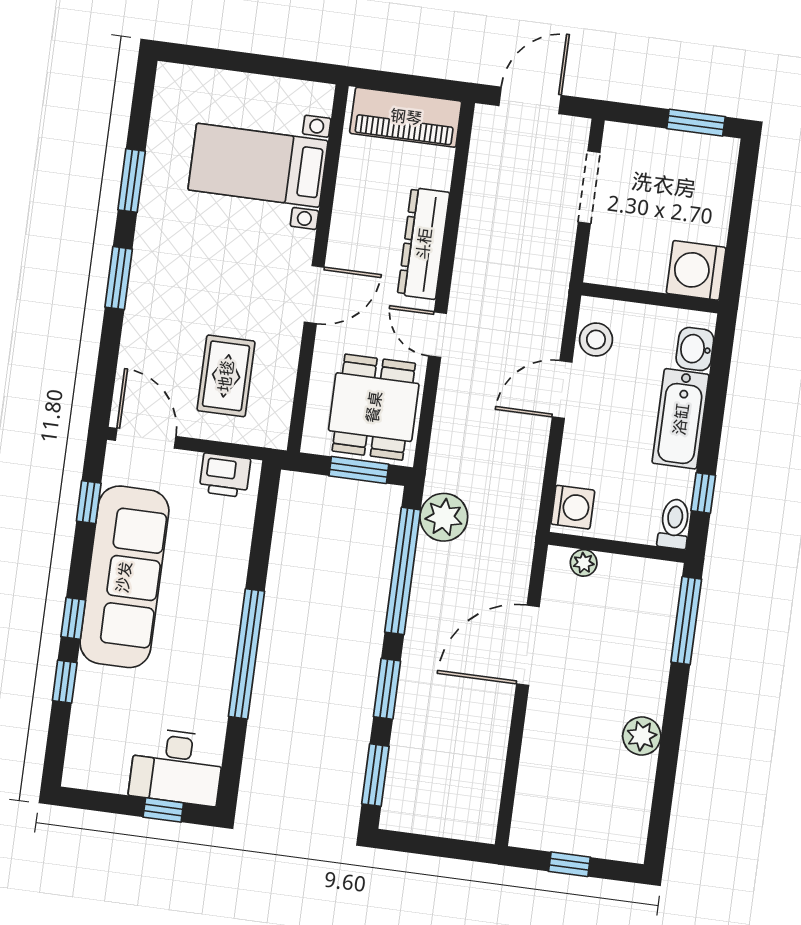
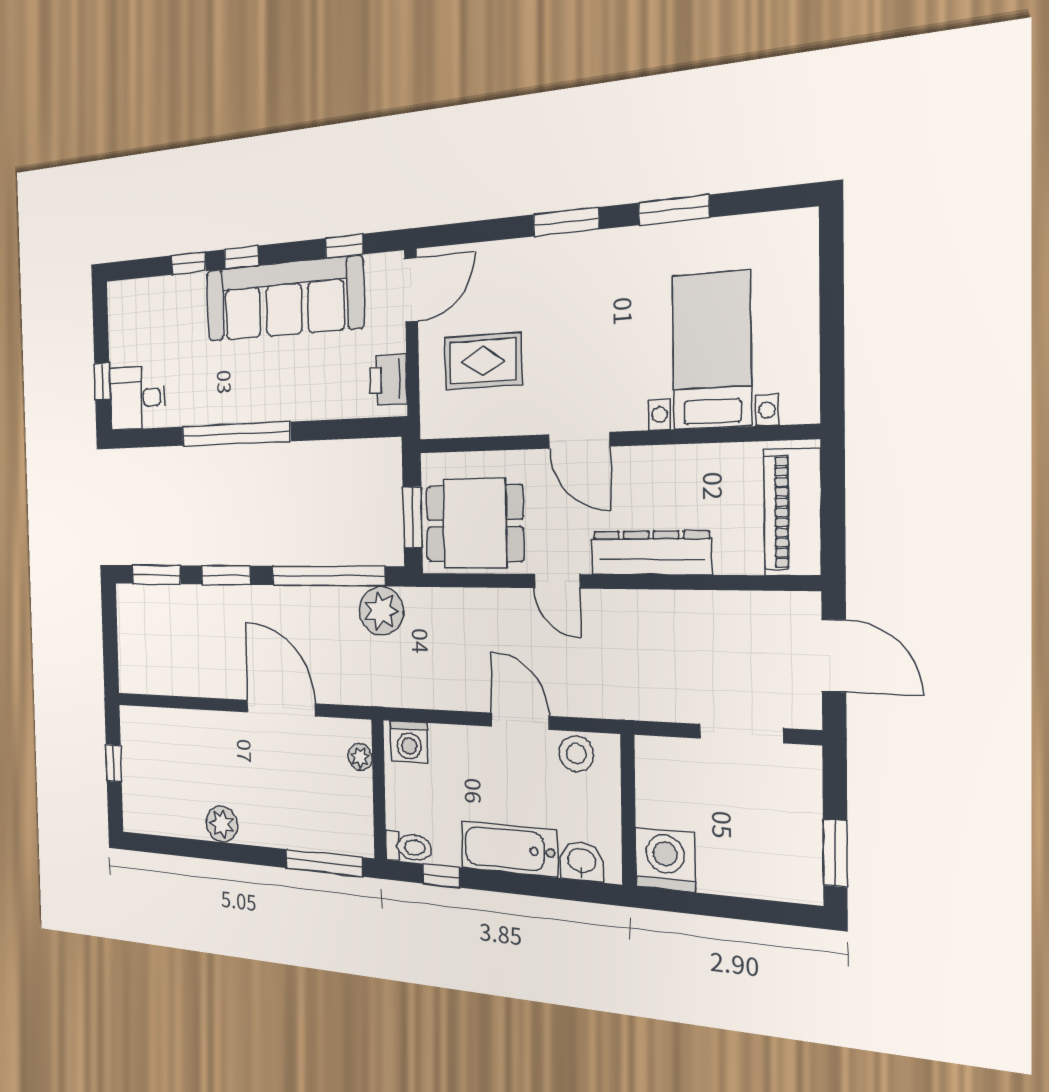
door: (437, 335) -> (557, 581), swing flipped
desk: (177, 767) -> (137, 398), width x0.73

